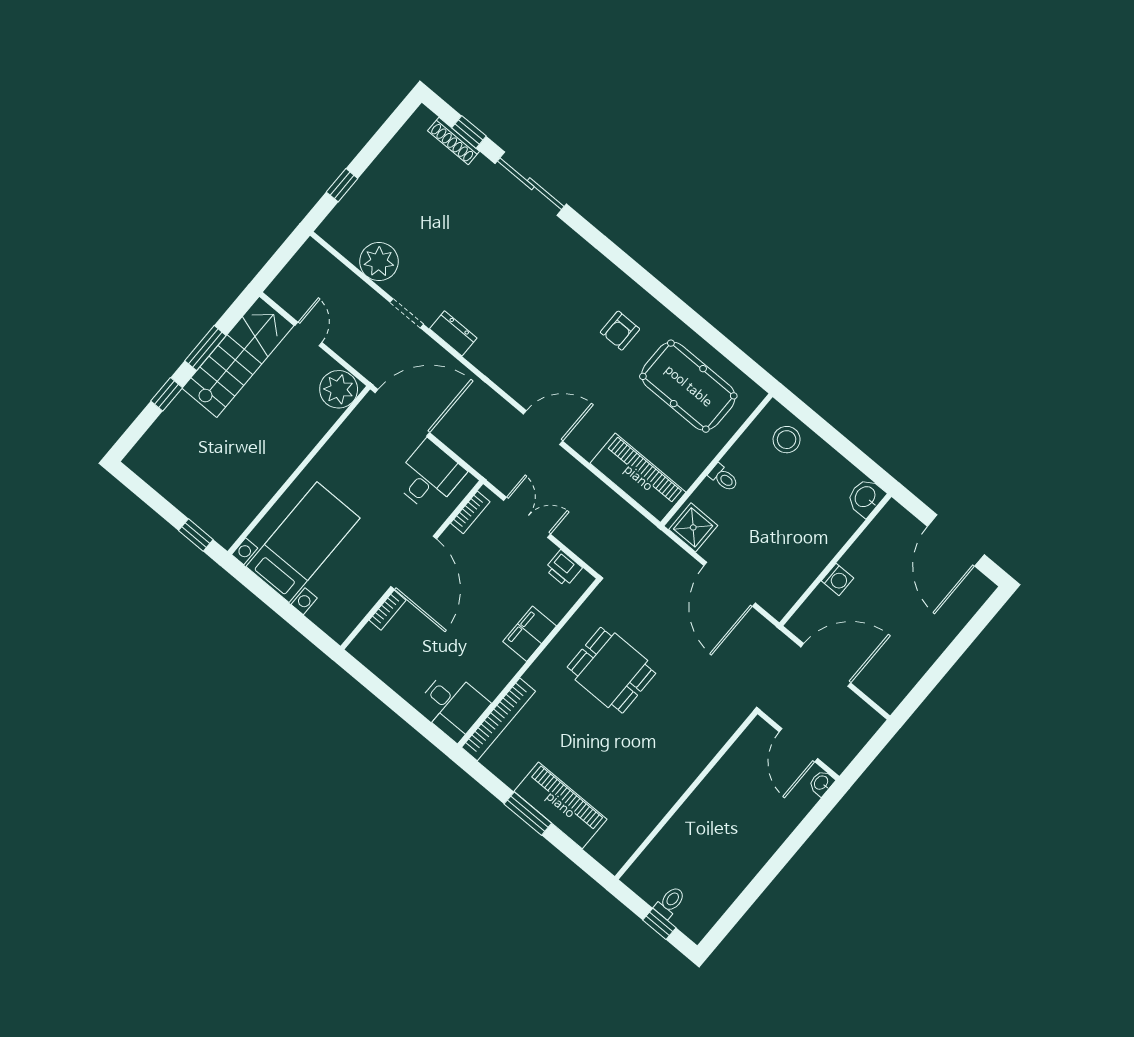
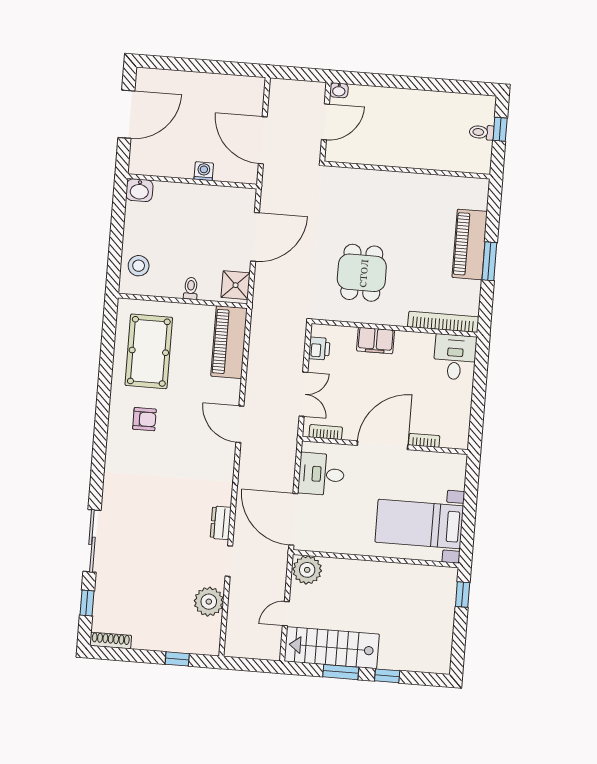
shoe rack: (454, 141) -> (111, 640), moved, turned -90
double door: (527, 517) -> (303, 394), swing flipped

